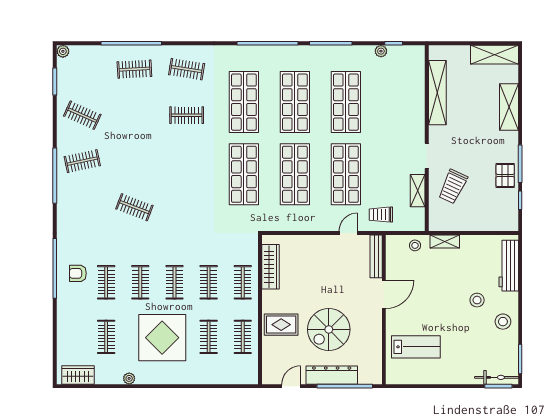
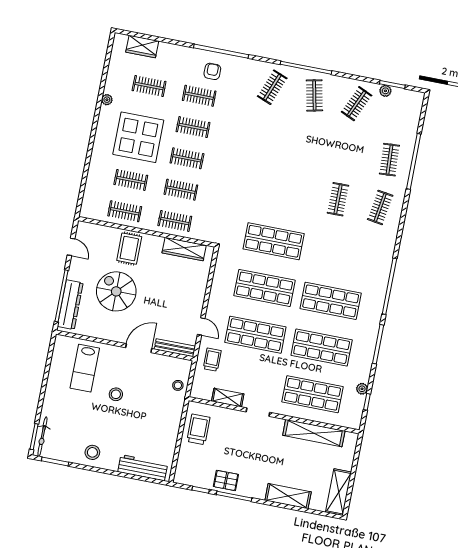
plant: (63, 51) -> (385, 91), moved
shop shelf: (244, 102) -> (312, 394), moved
trolley: (453, 187) -> (198, 429), moved, turned 65
clothes rail: (134, 207) -> (272, 87), moved
shelving: (445, 241) -> (176, 413), removed
door: (384, 294) -> (139, 348), swing flipped
stool: (477, 300) -> (116, 394), moved
wardrobe: (78, 375) -> (142, 47), moved, turned 90
dresser: (332, 375) -> (70, 305), moved

